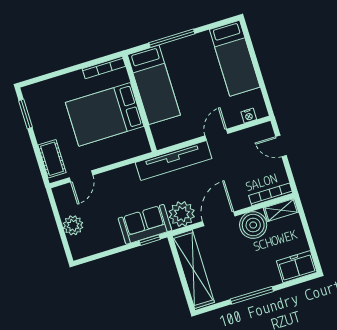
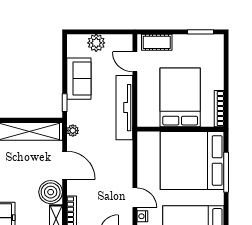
bed: (154, 85) -> (192, 160), width x2.04
door: (216, 135) -> (135, 198), moved
tv unit: (174, 161) -> (124, 108), moved
plant: (182, 214) -> (73, 131), width x0.53, depth x0.53
sofa: (145, 224) -> (79, 79), moved

